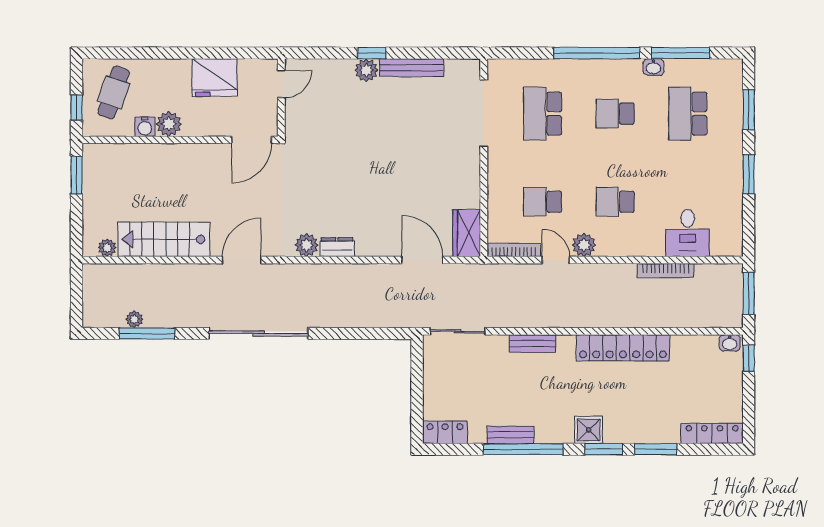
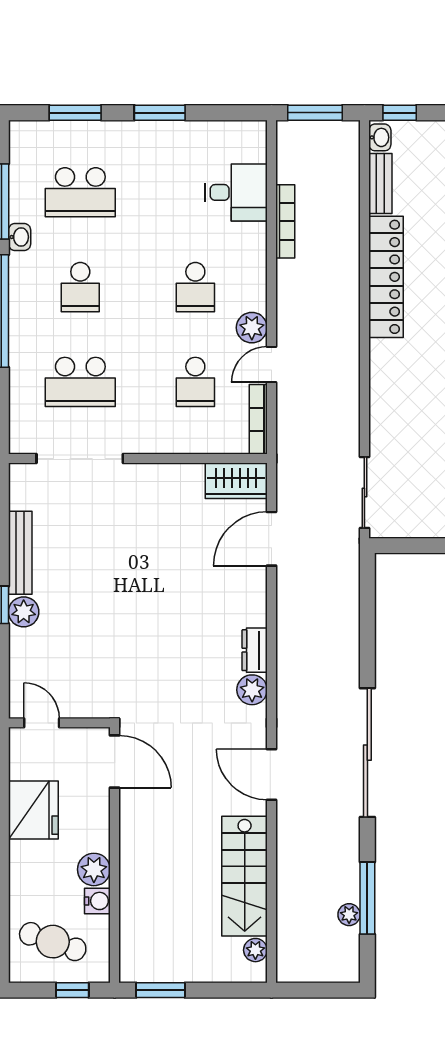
bench: (532, 343) -> (380, 184), moved

